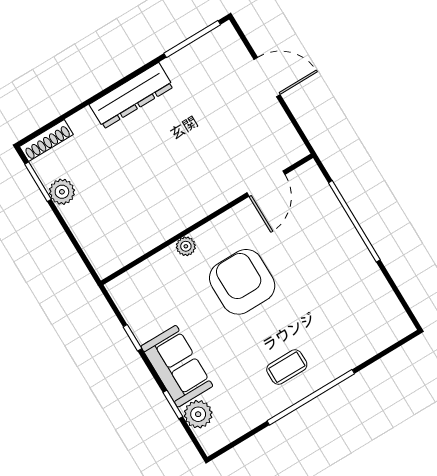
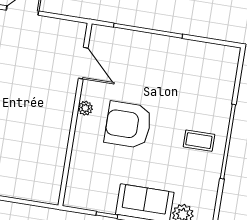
plant: (186, 246) -> (85, 108), moved
coffee table: (287, 367) -> (199, 141), turned 90

